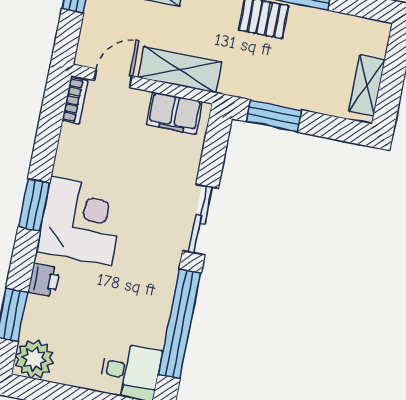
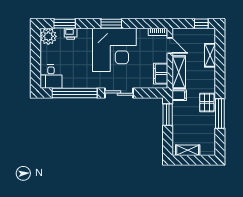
filing cabinet: (234, 79) -> (179, 95), added
corner desk: (81, 221) -> (114, 50), width x1.36, depth x1.36
printer: (44, 280) -> (71, 34), moved

